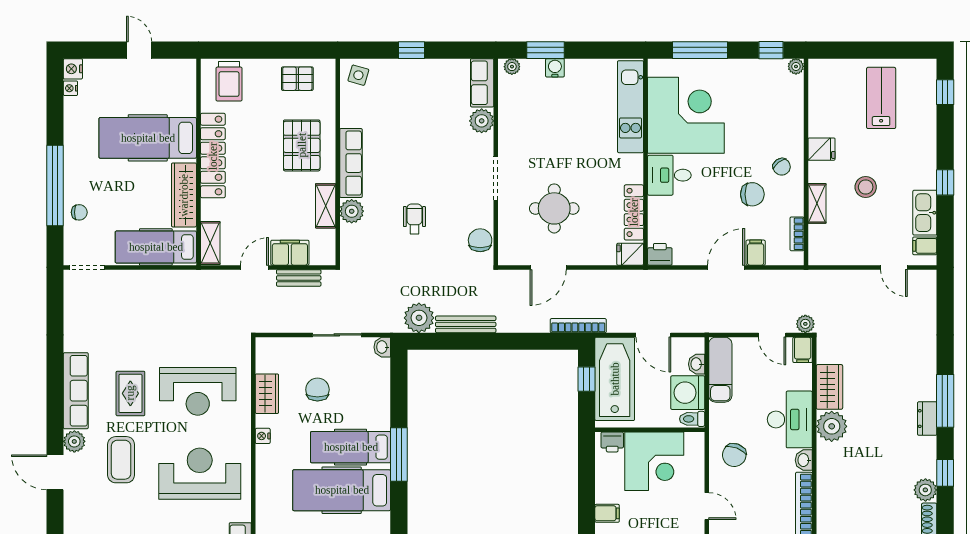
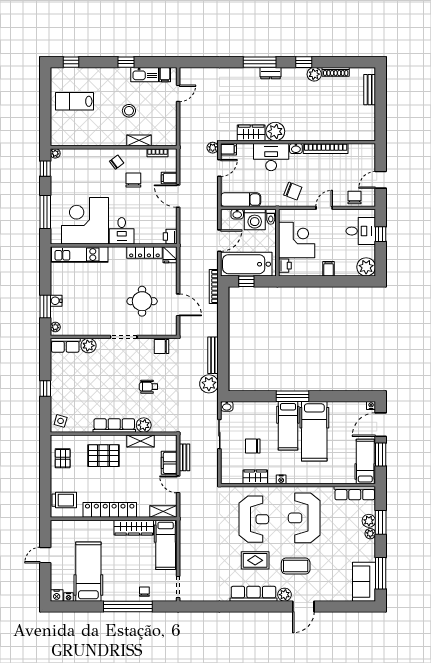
hospital bed: (148, 138) -> (88, 572), moved, turned 180
fridge: (821, 149) -> (106, 138), removed

